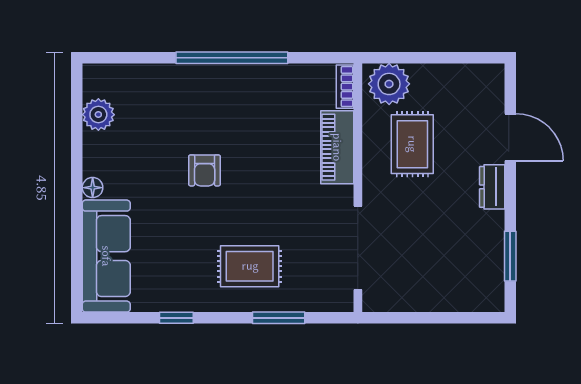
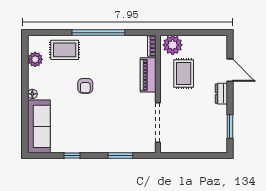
rug: (250, 266) -> (65, 50), moved

